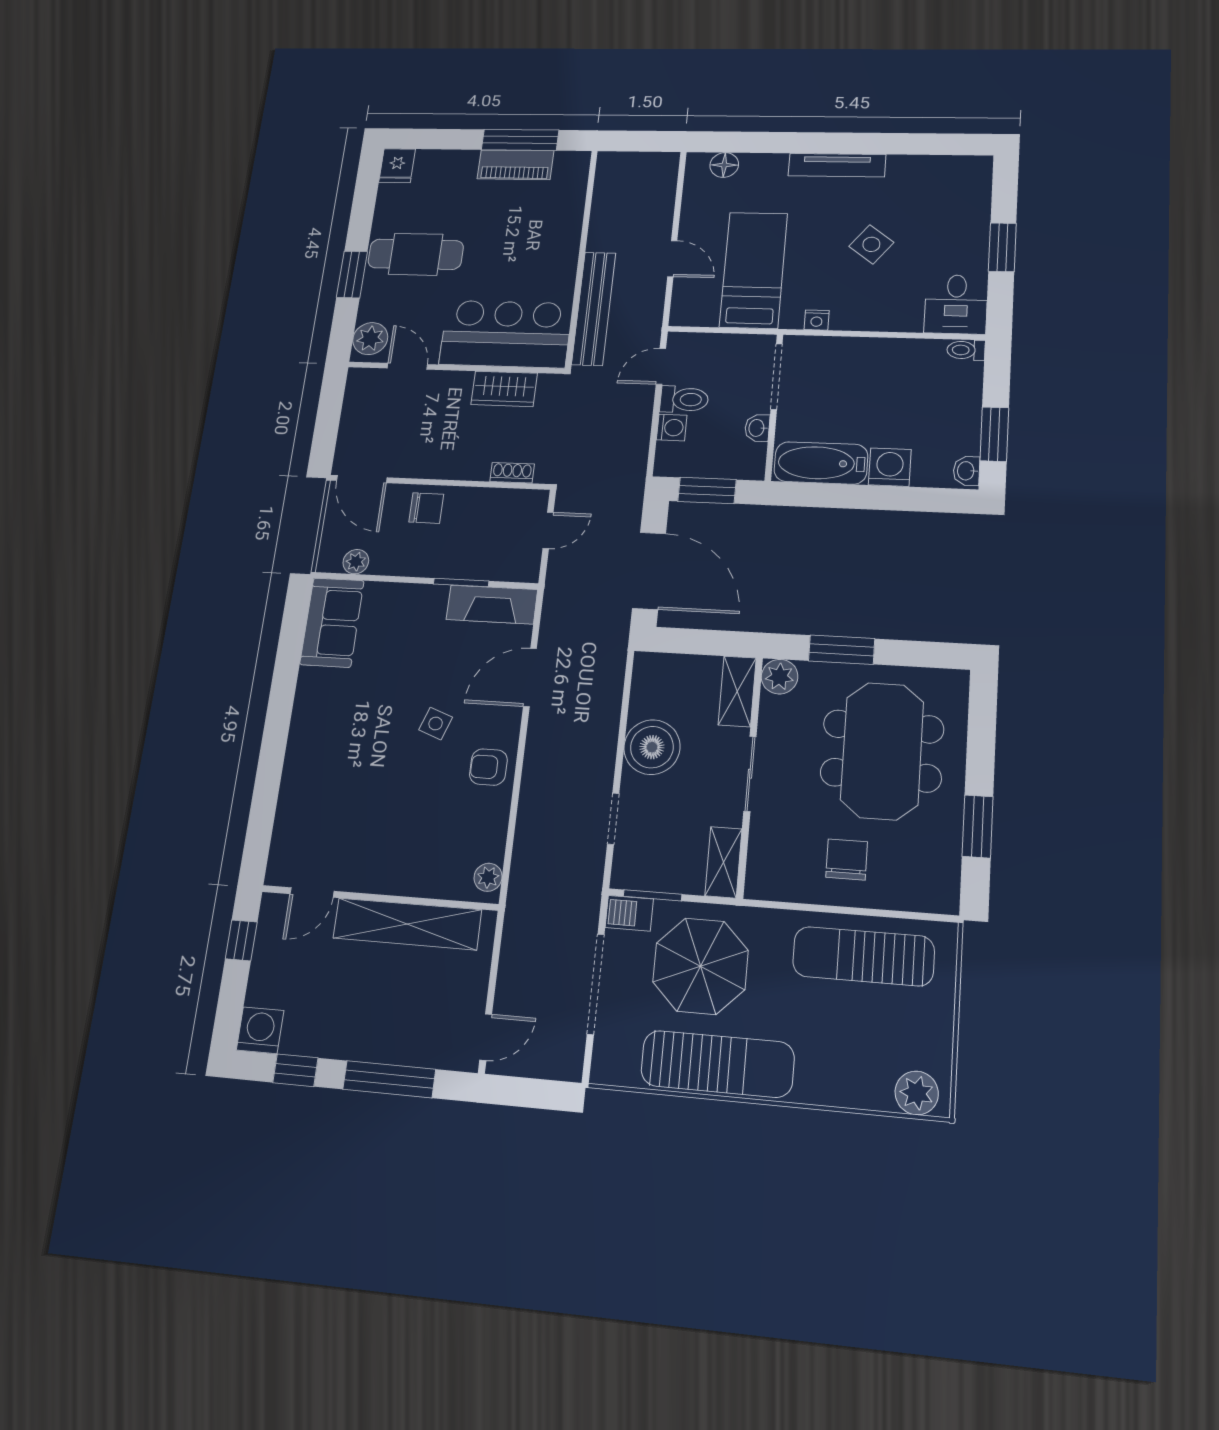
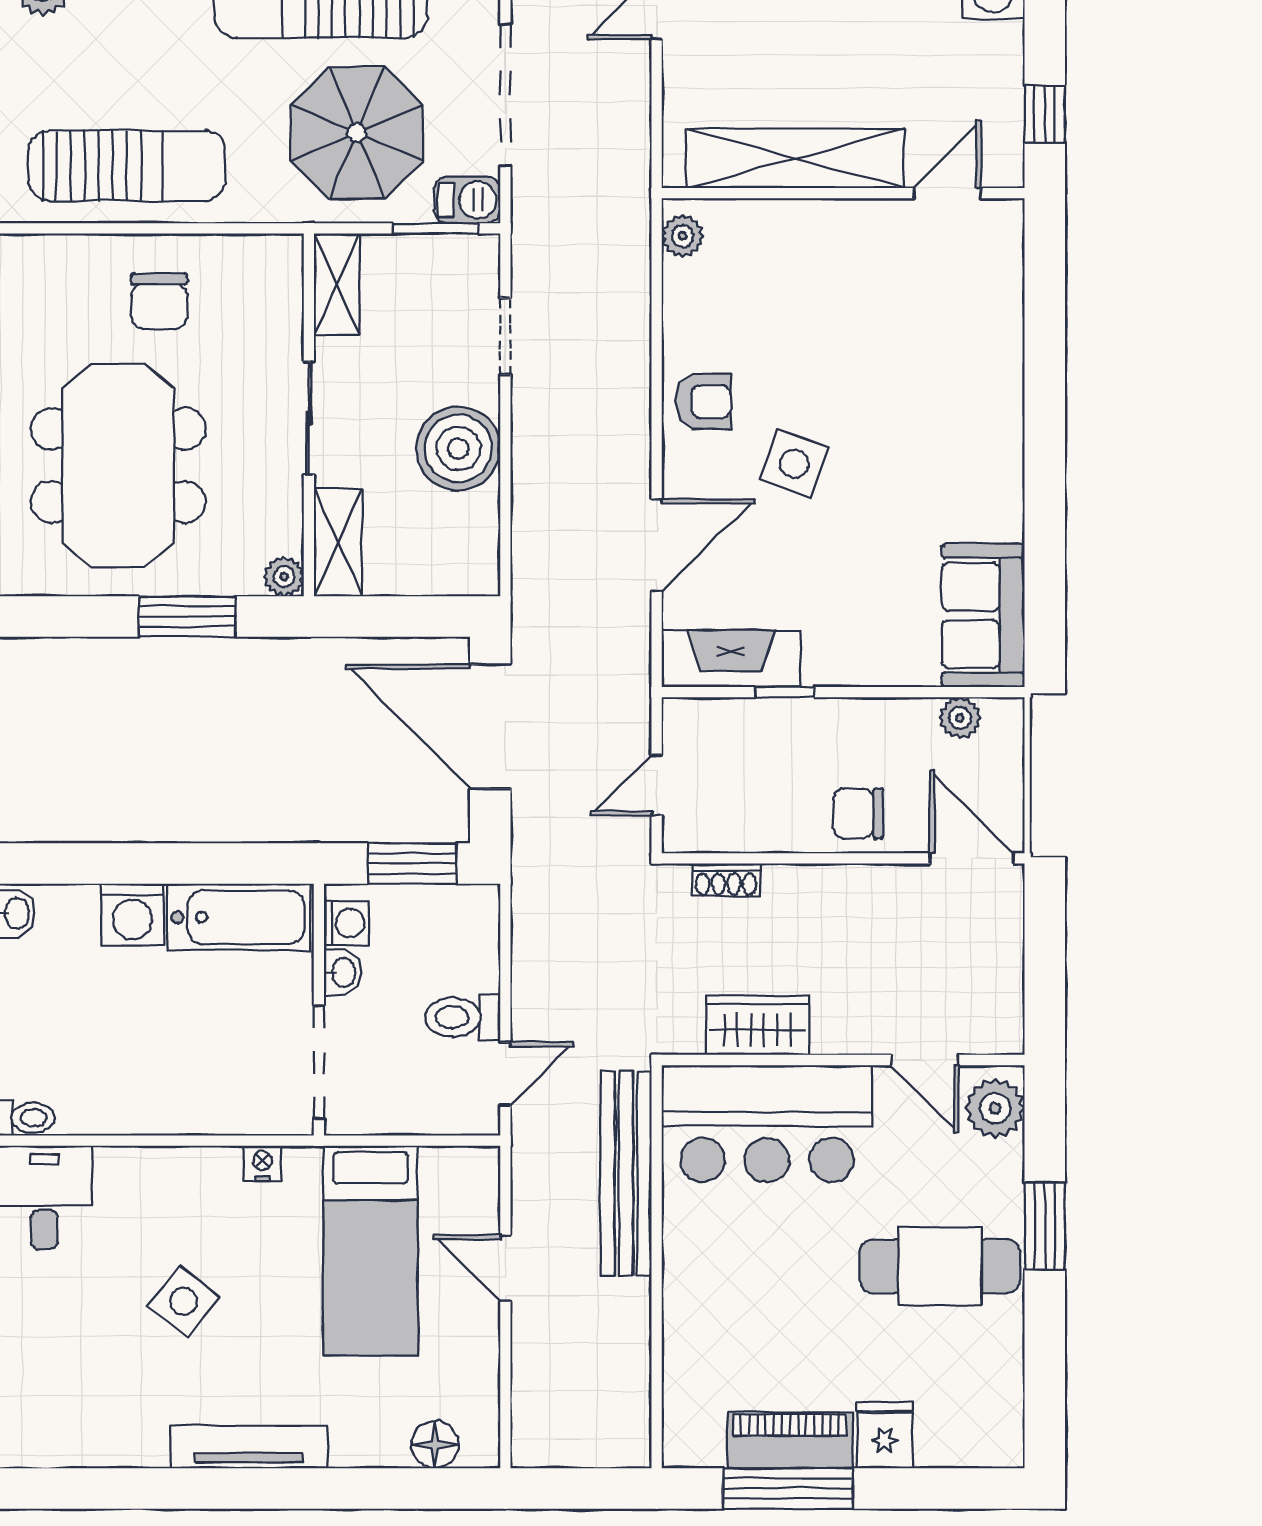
fridge: (397, 166) -> (885, 1435), moved
washing machine: (672, 428) -> (346, 923), moved, turned 180
window: (461, 582) -> (785, 692), width x0.67
plant: (780, 677) -> (284, 577), width x0.73, depth x0.73
side table: (436, 723) -> (794, 464), width x1.37, depth x1.37

